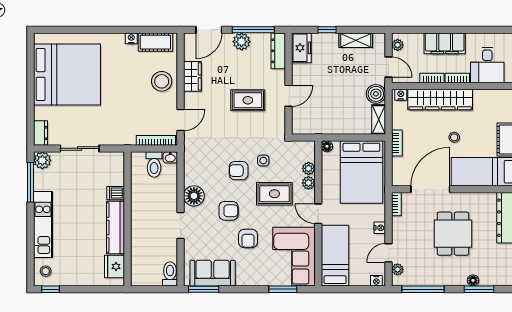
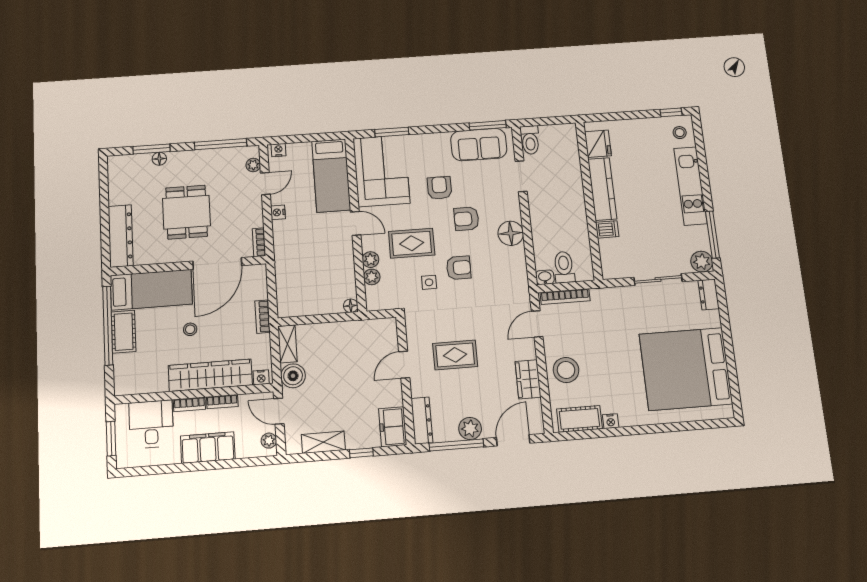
bed: (361, 172) -> (305, 278), removed
doorway: (181, 226) -> (521, 176), moved

